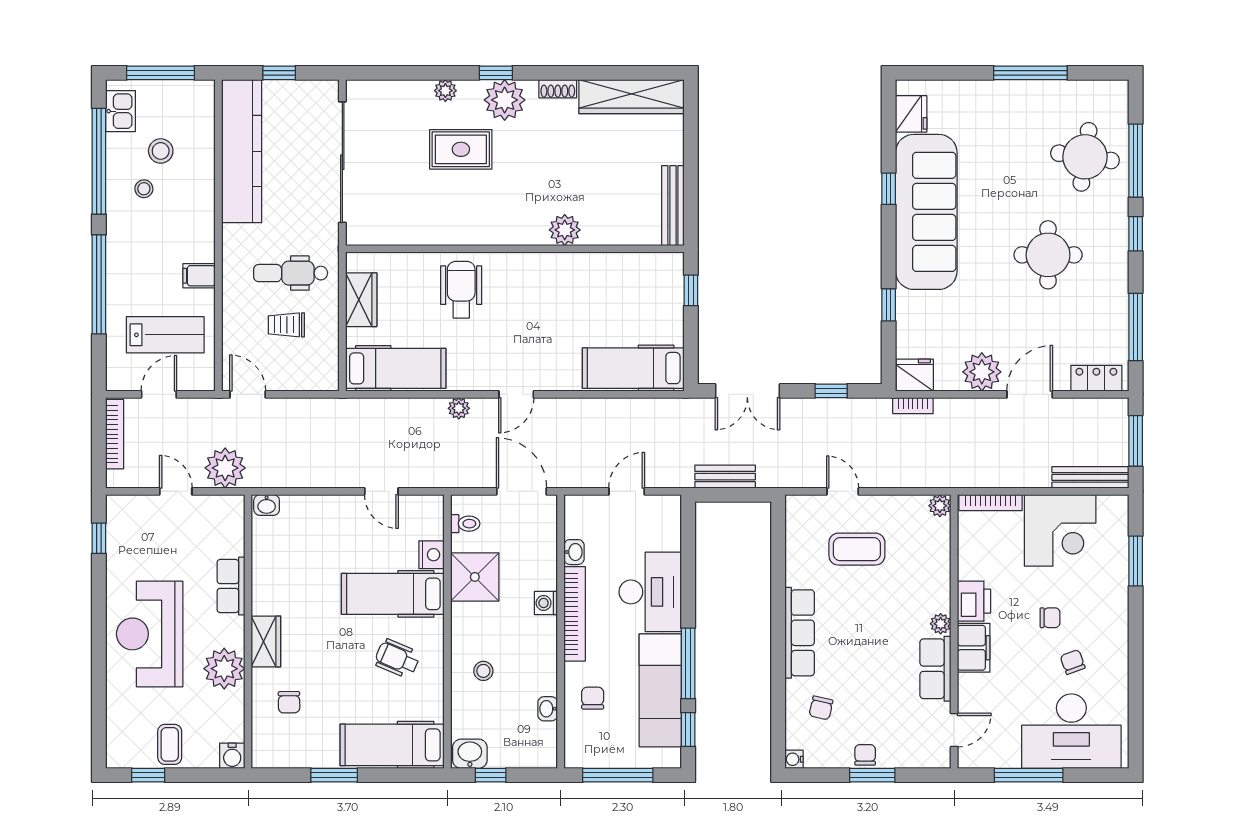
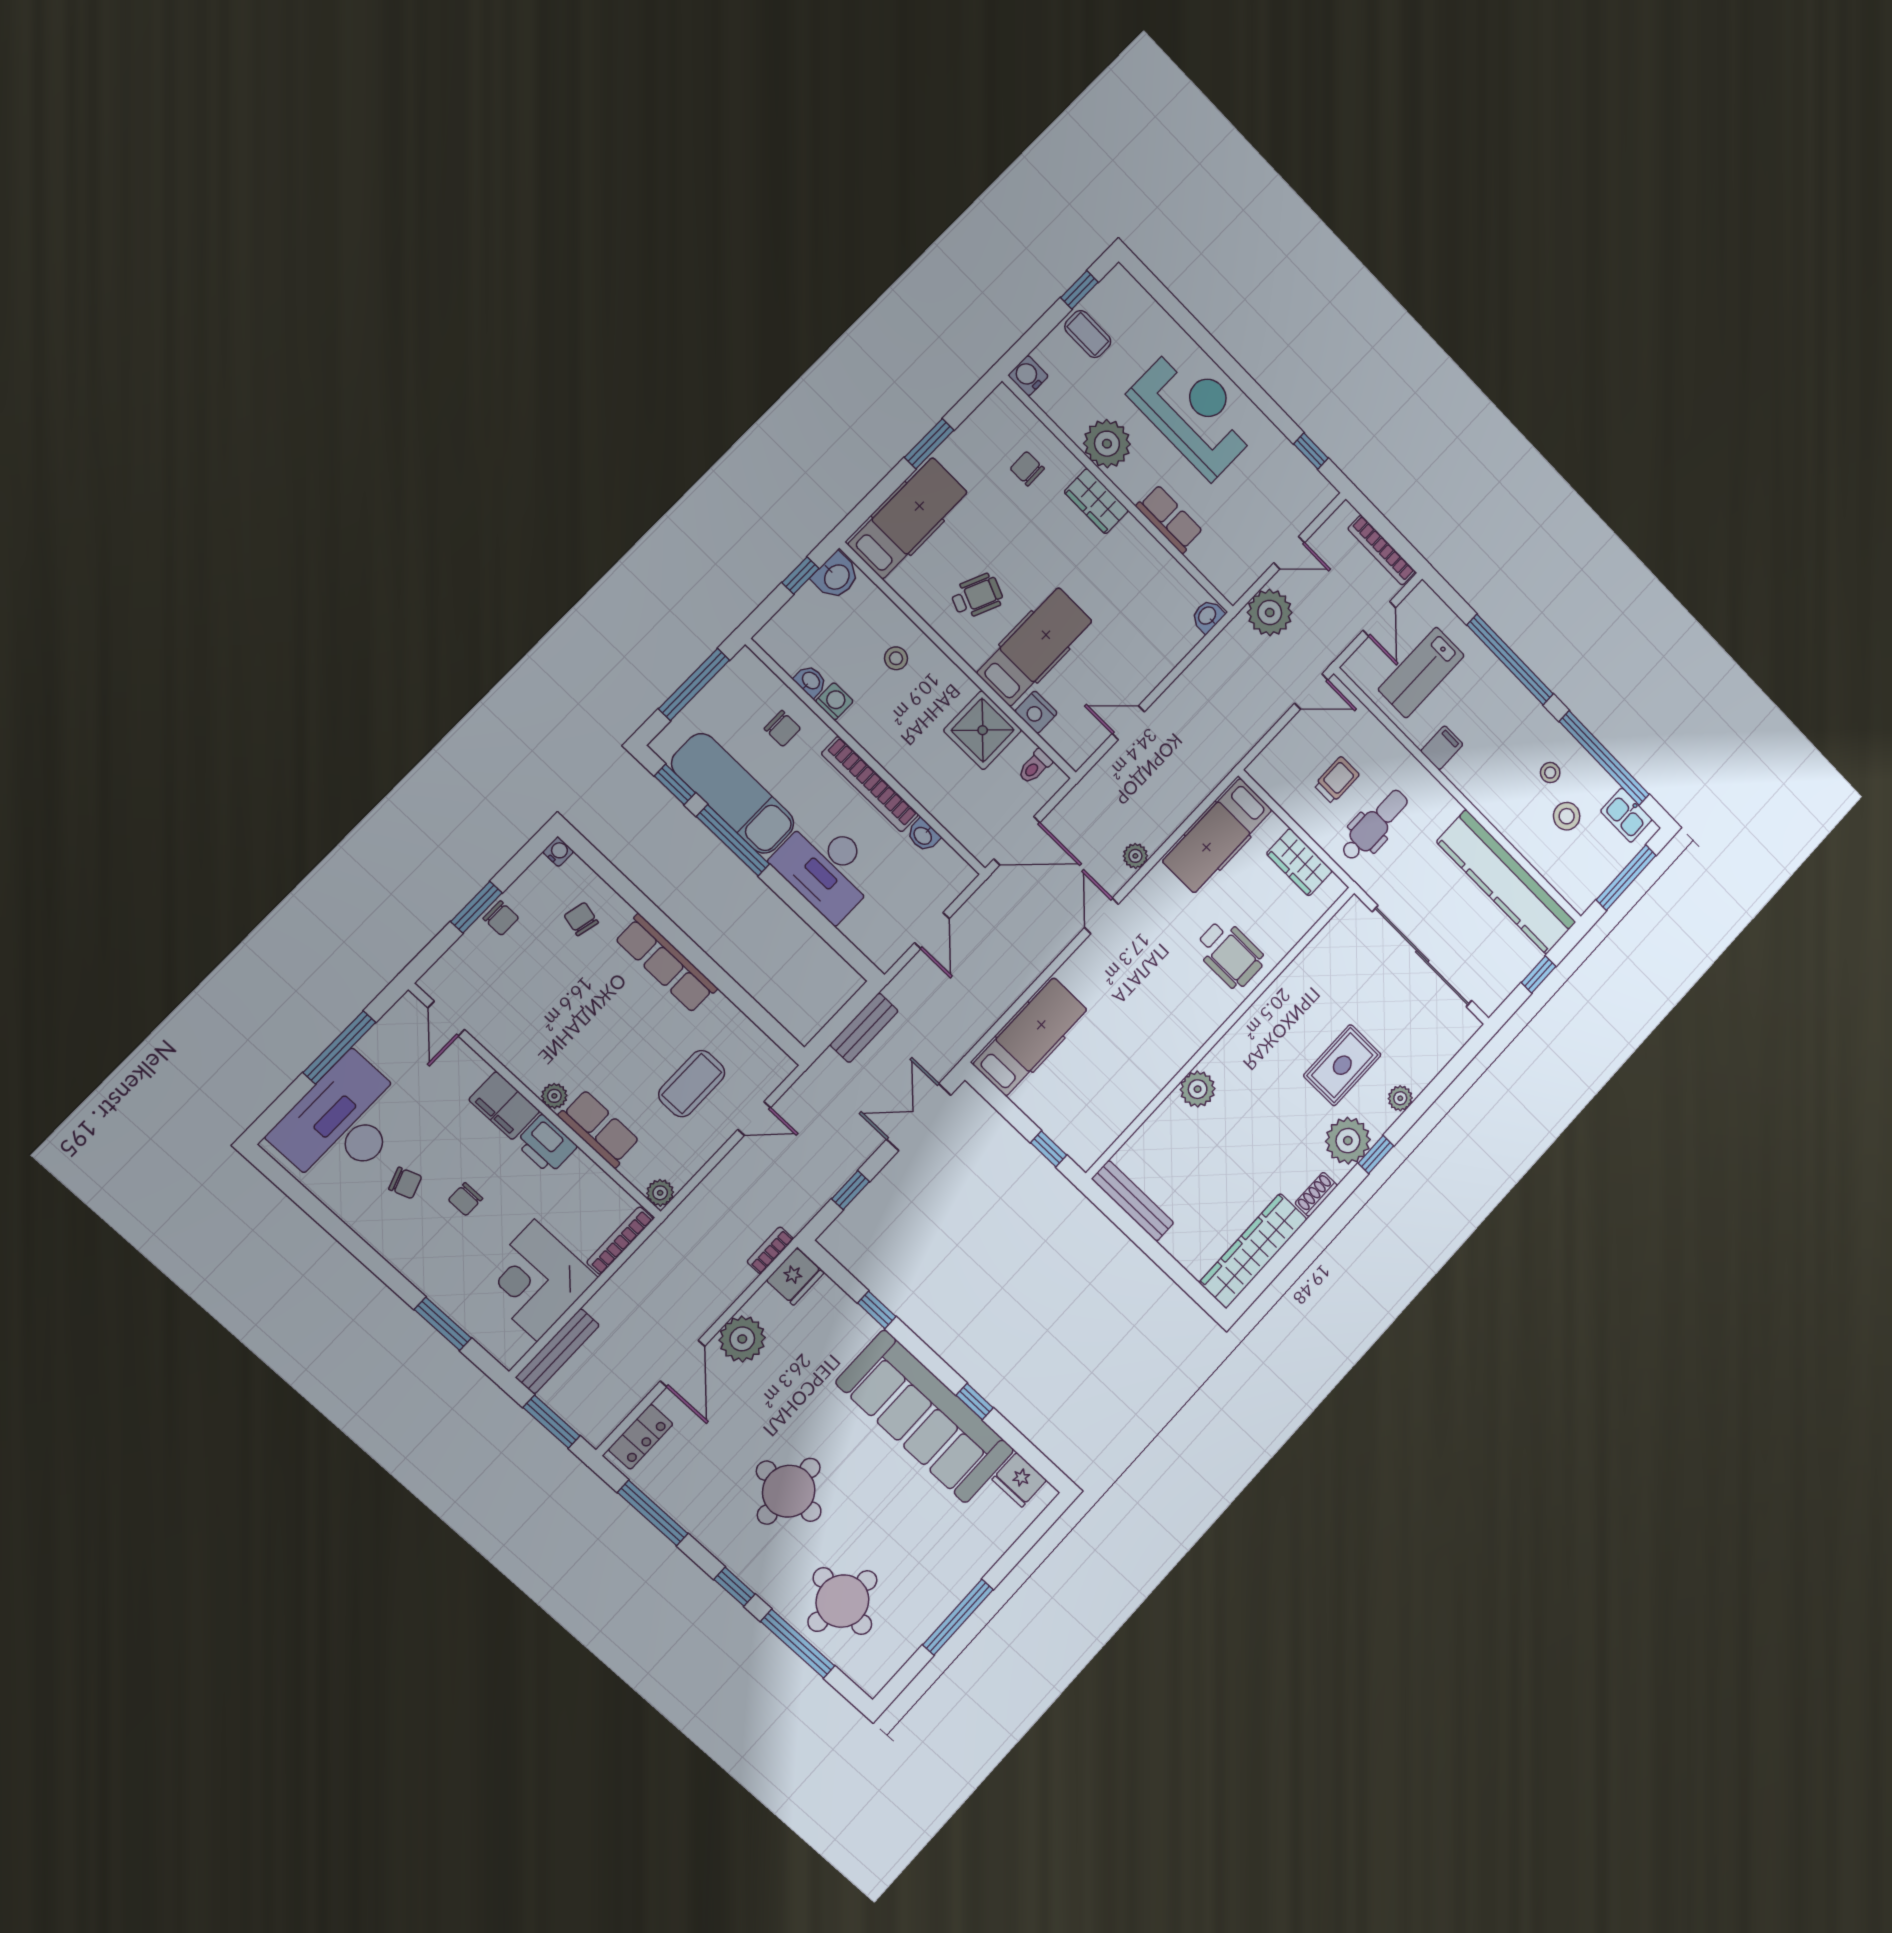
washing machine: (546, 603) -> (834, 701), moved
row of seats: (935, 669) -> (599, 1129), moved

